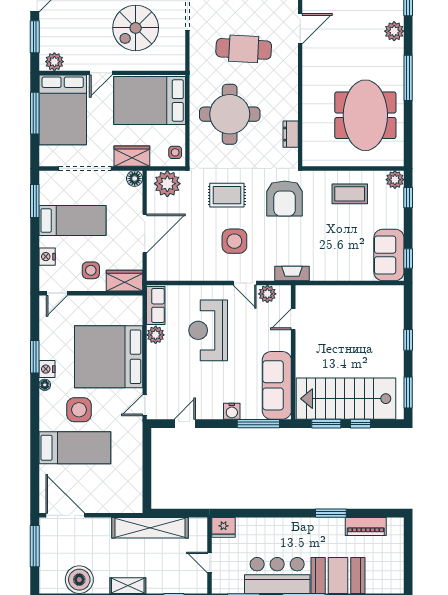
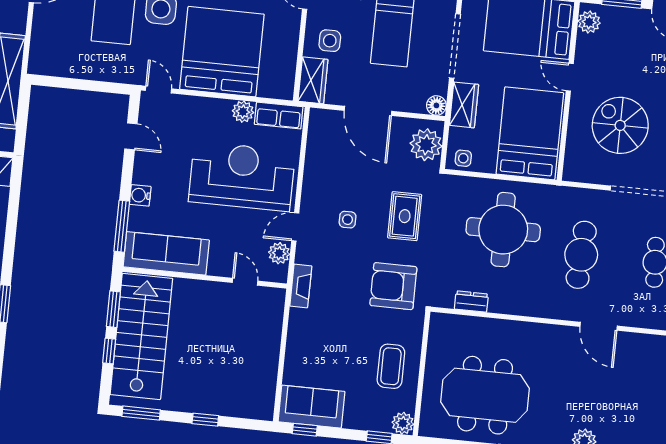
side table: (234, 241) -> (348, 220), width x0.54, depth x0.54
reception desk: (208, 330) -> (242, 176), width x1.36, depth x1.30

